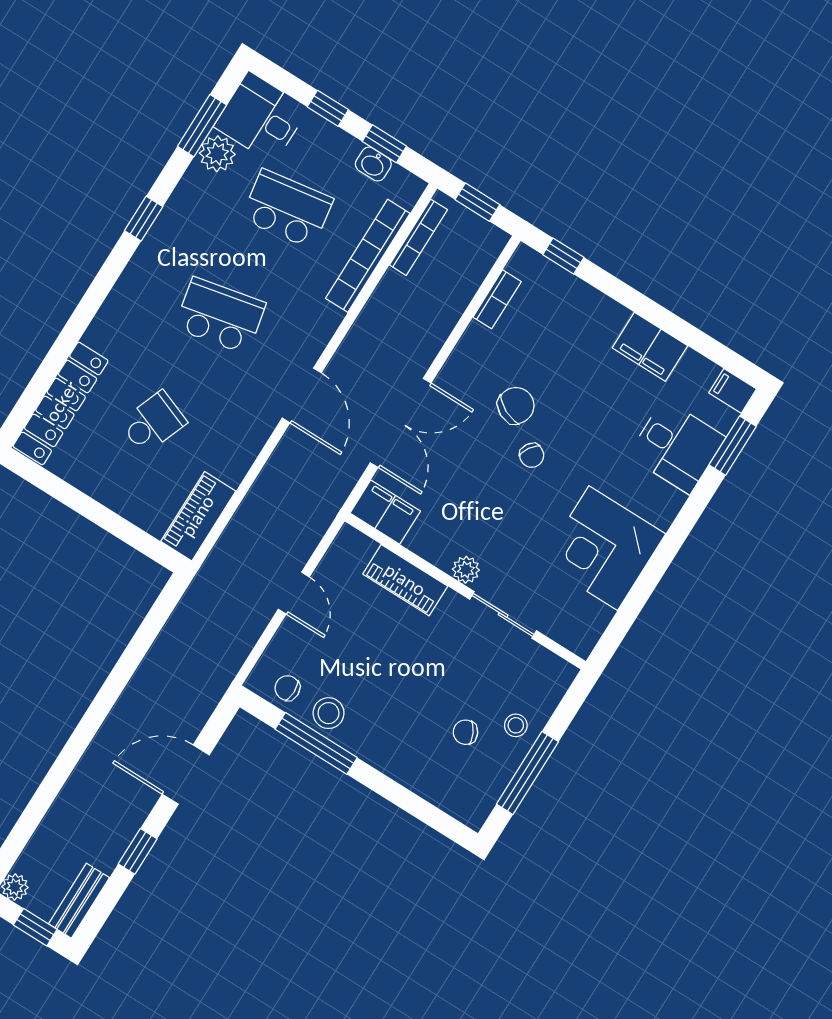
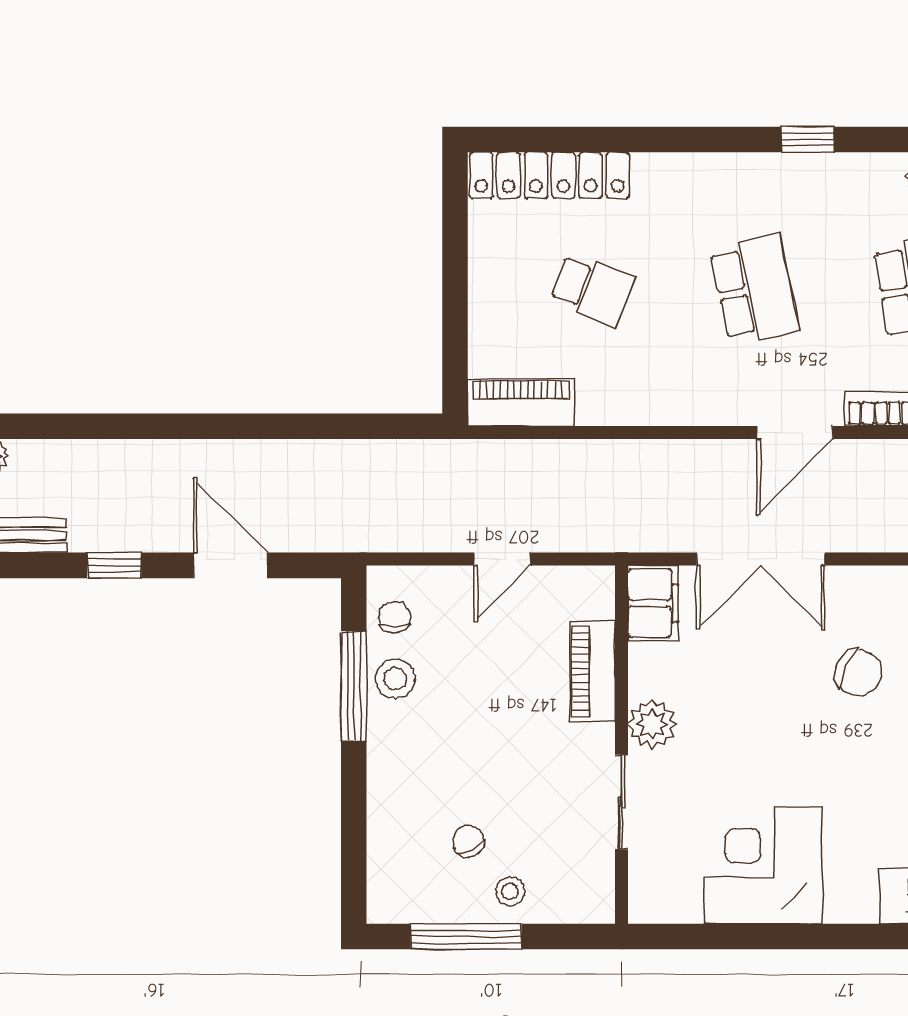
door: (302, 395) -> (795, 433), moved
chair: (532, 455) -> (815, 724), removed
plant: (466, 570) -> (652, 724), width x1.38, depth x1.38

